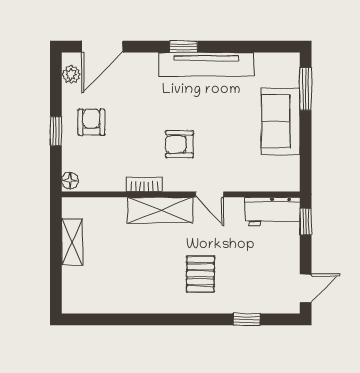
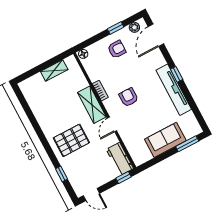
door: (102, 47) -> (156, 35), hinge flipped
window: (56, 131) -> (116, 28), moved
pallet: (200, 274) -> (71, 140), width x1.50, depth x1.42

